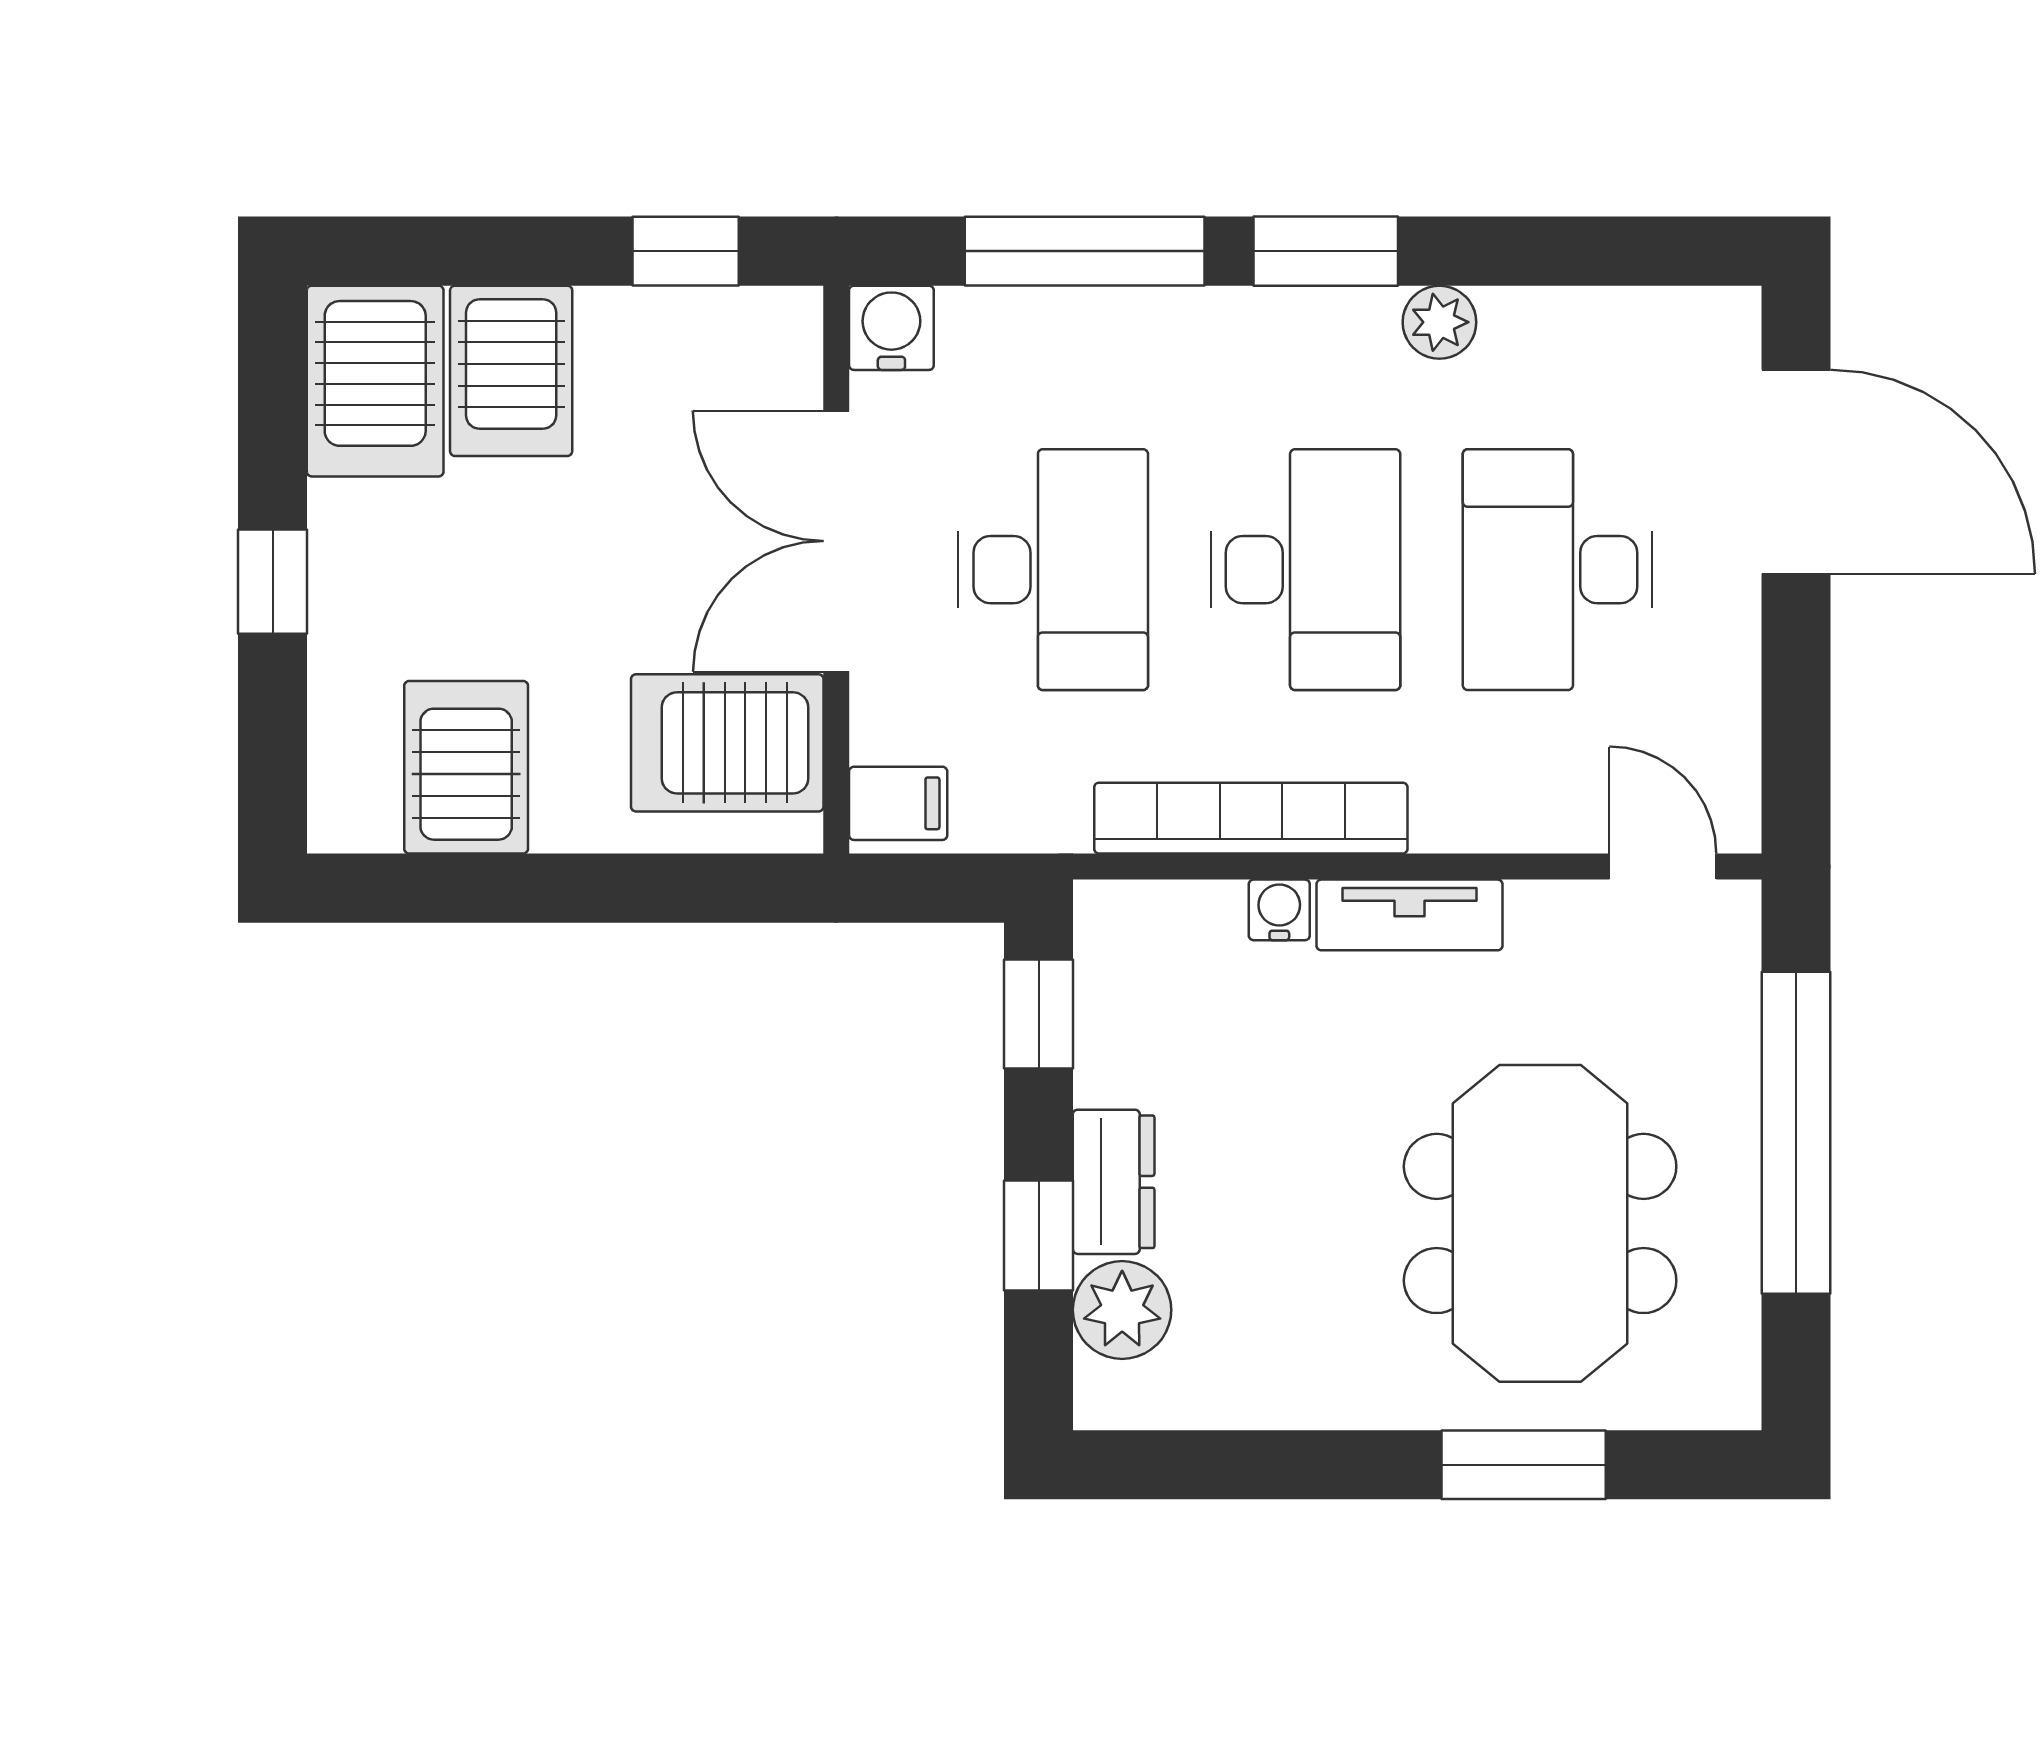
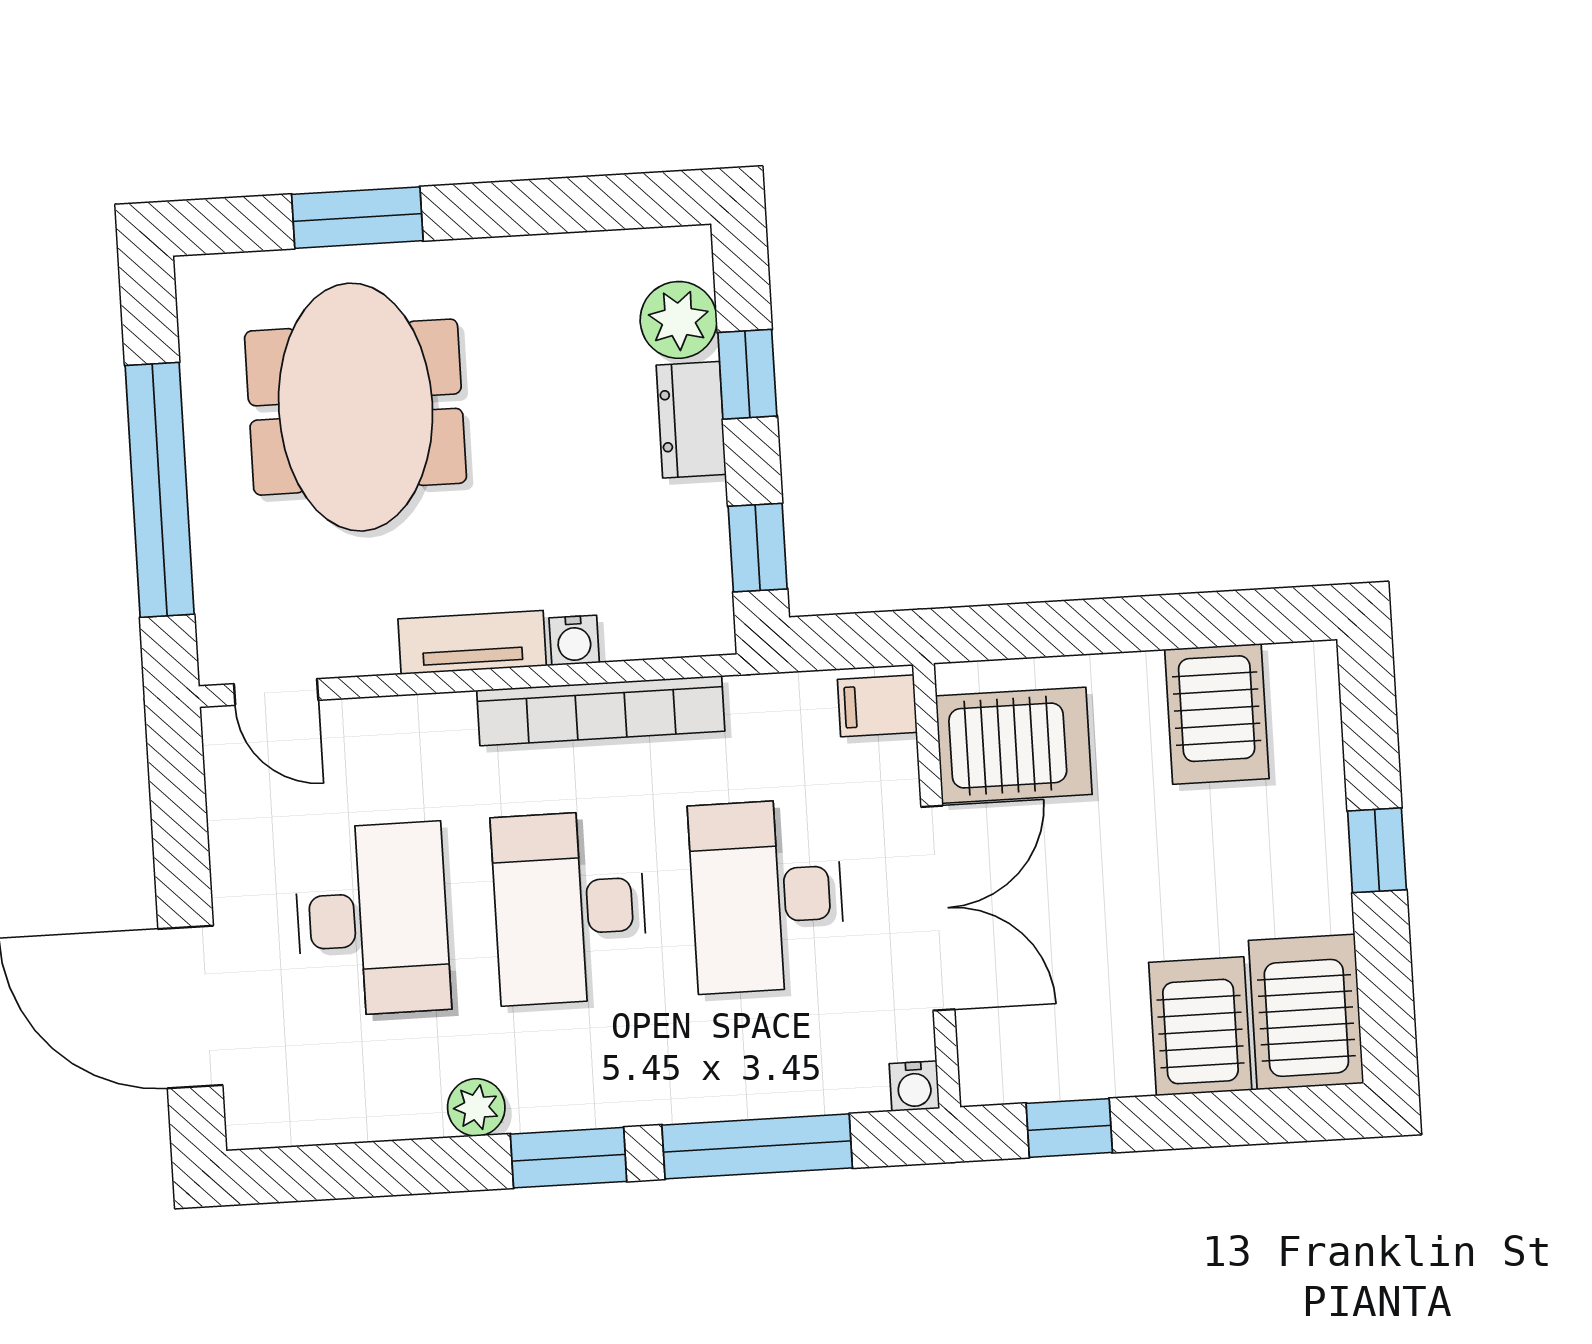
water cooler: (891, 328) -> (914, 1086), width x0.72, depth x0.72

